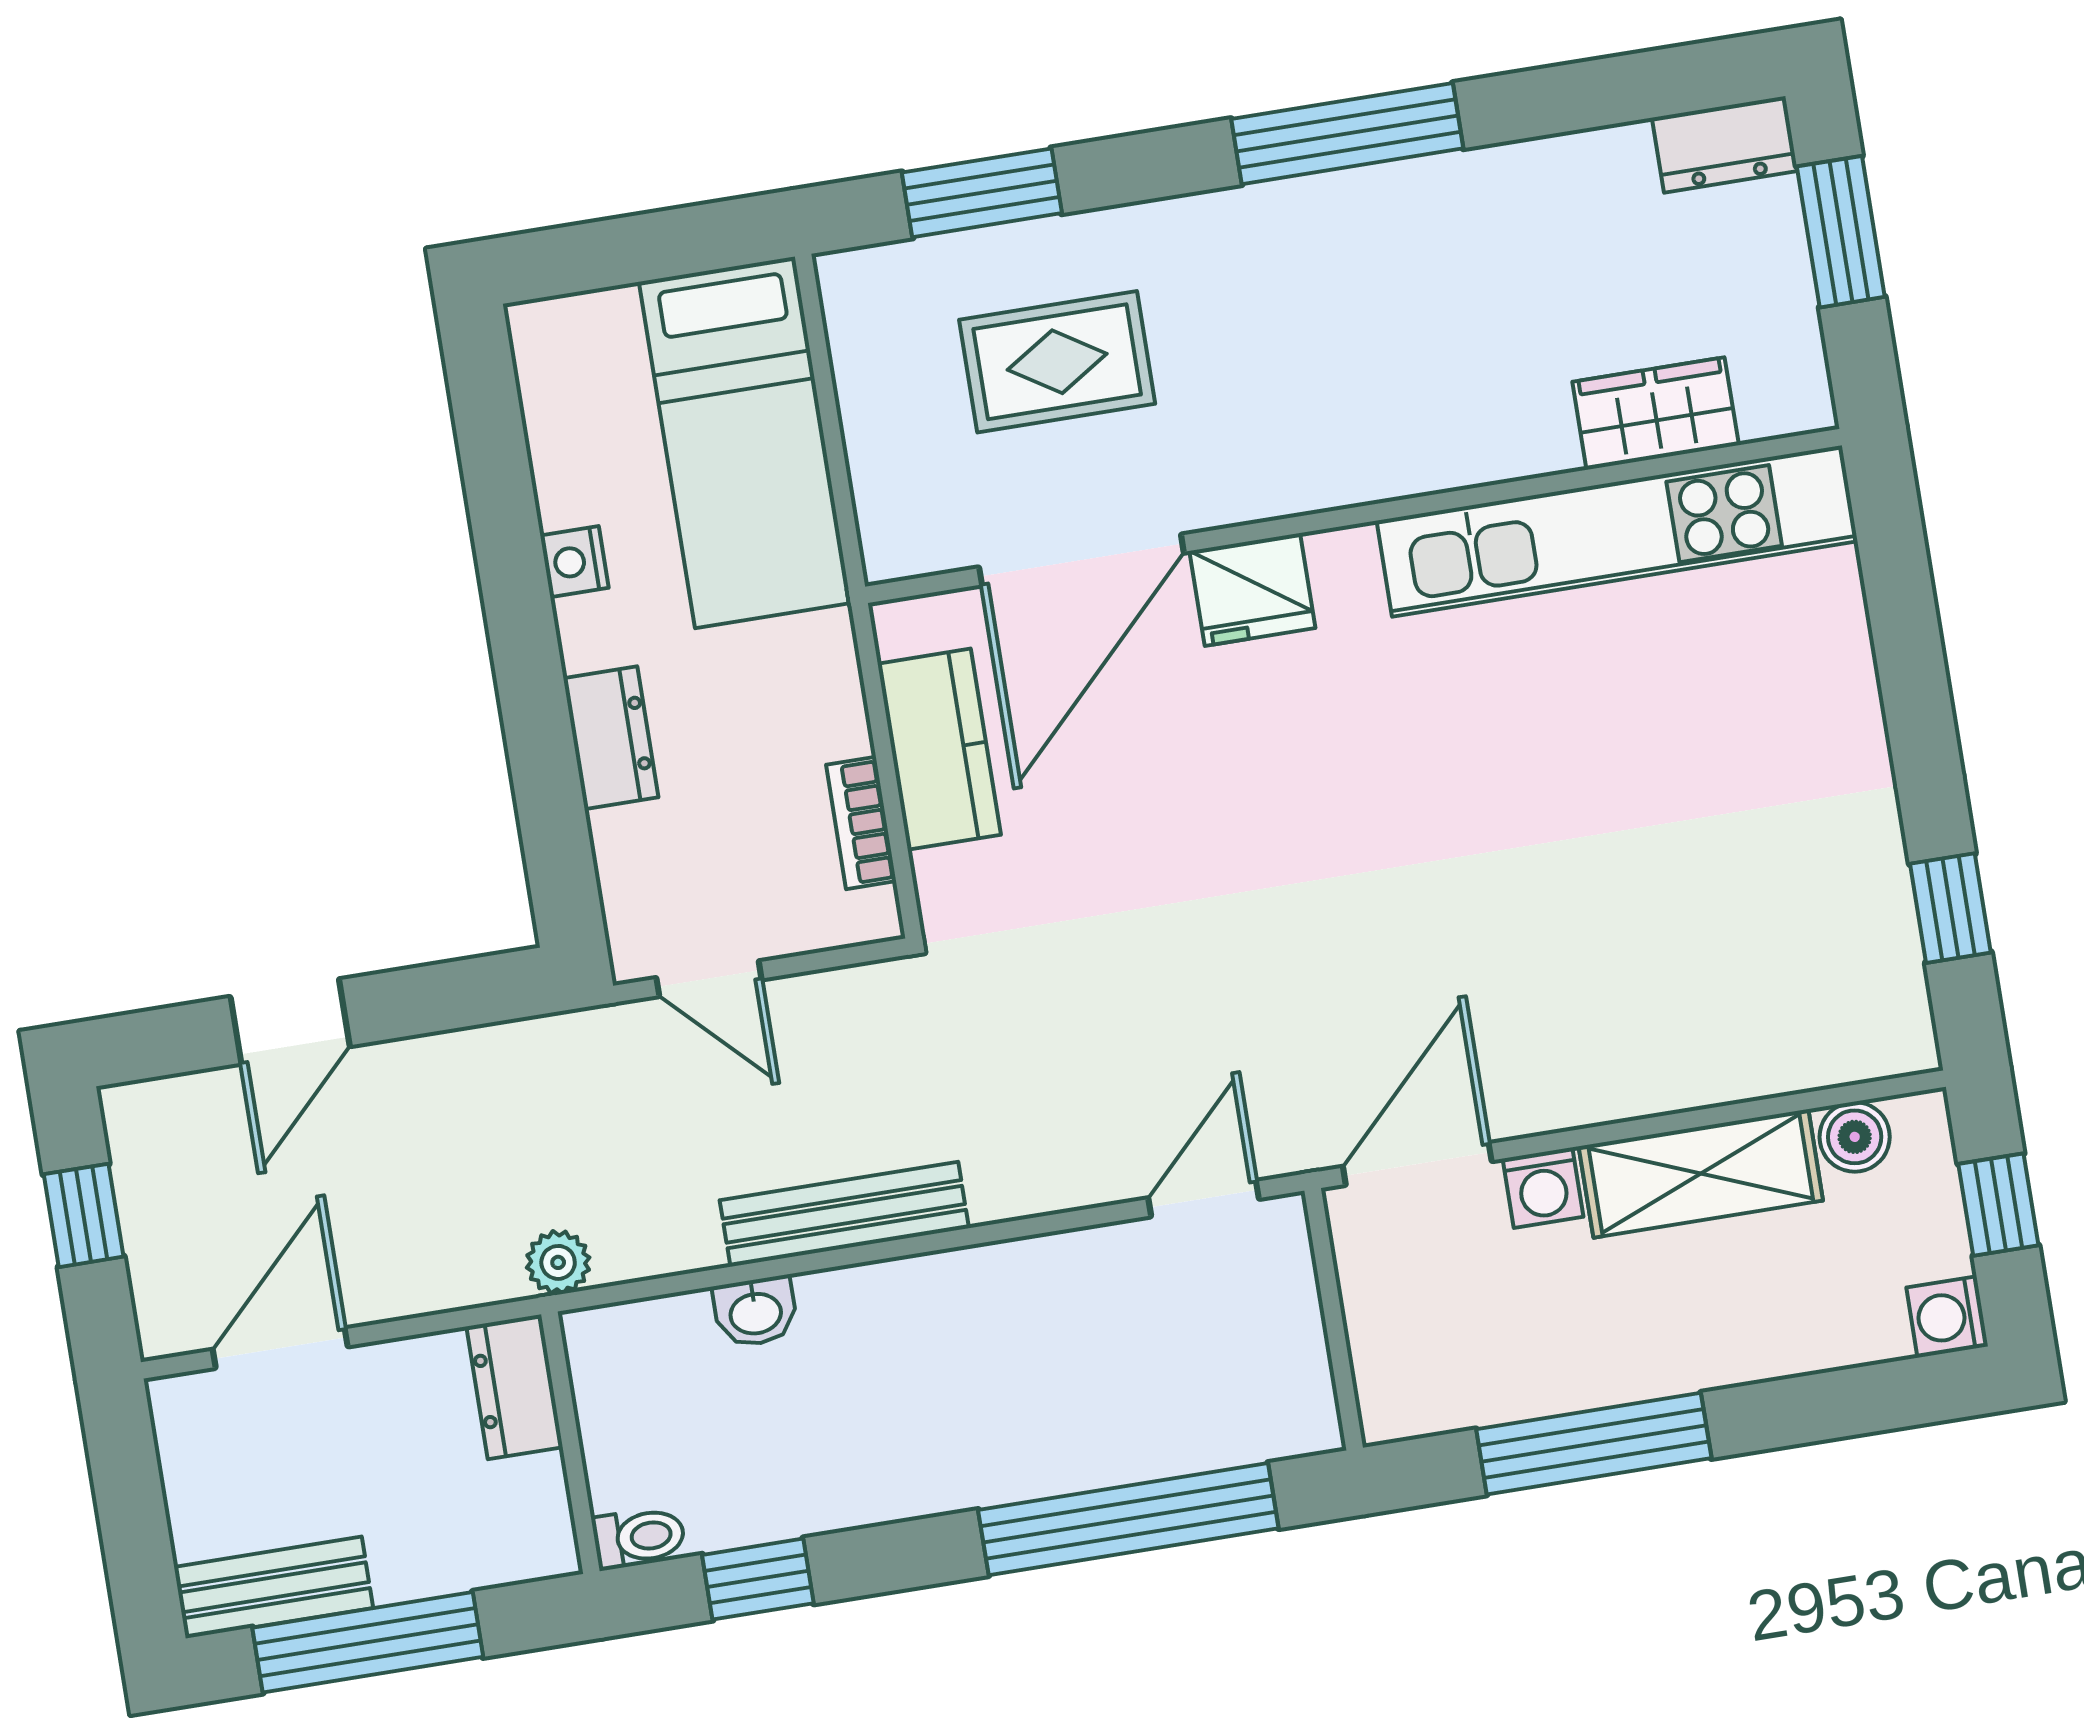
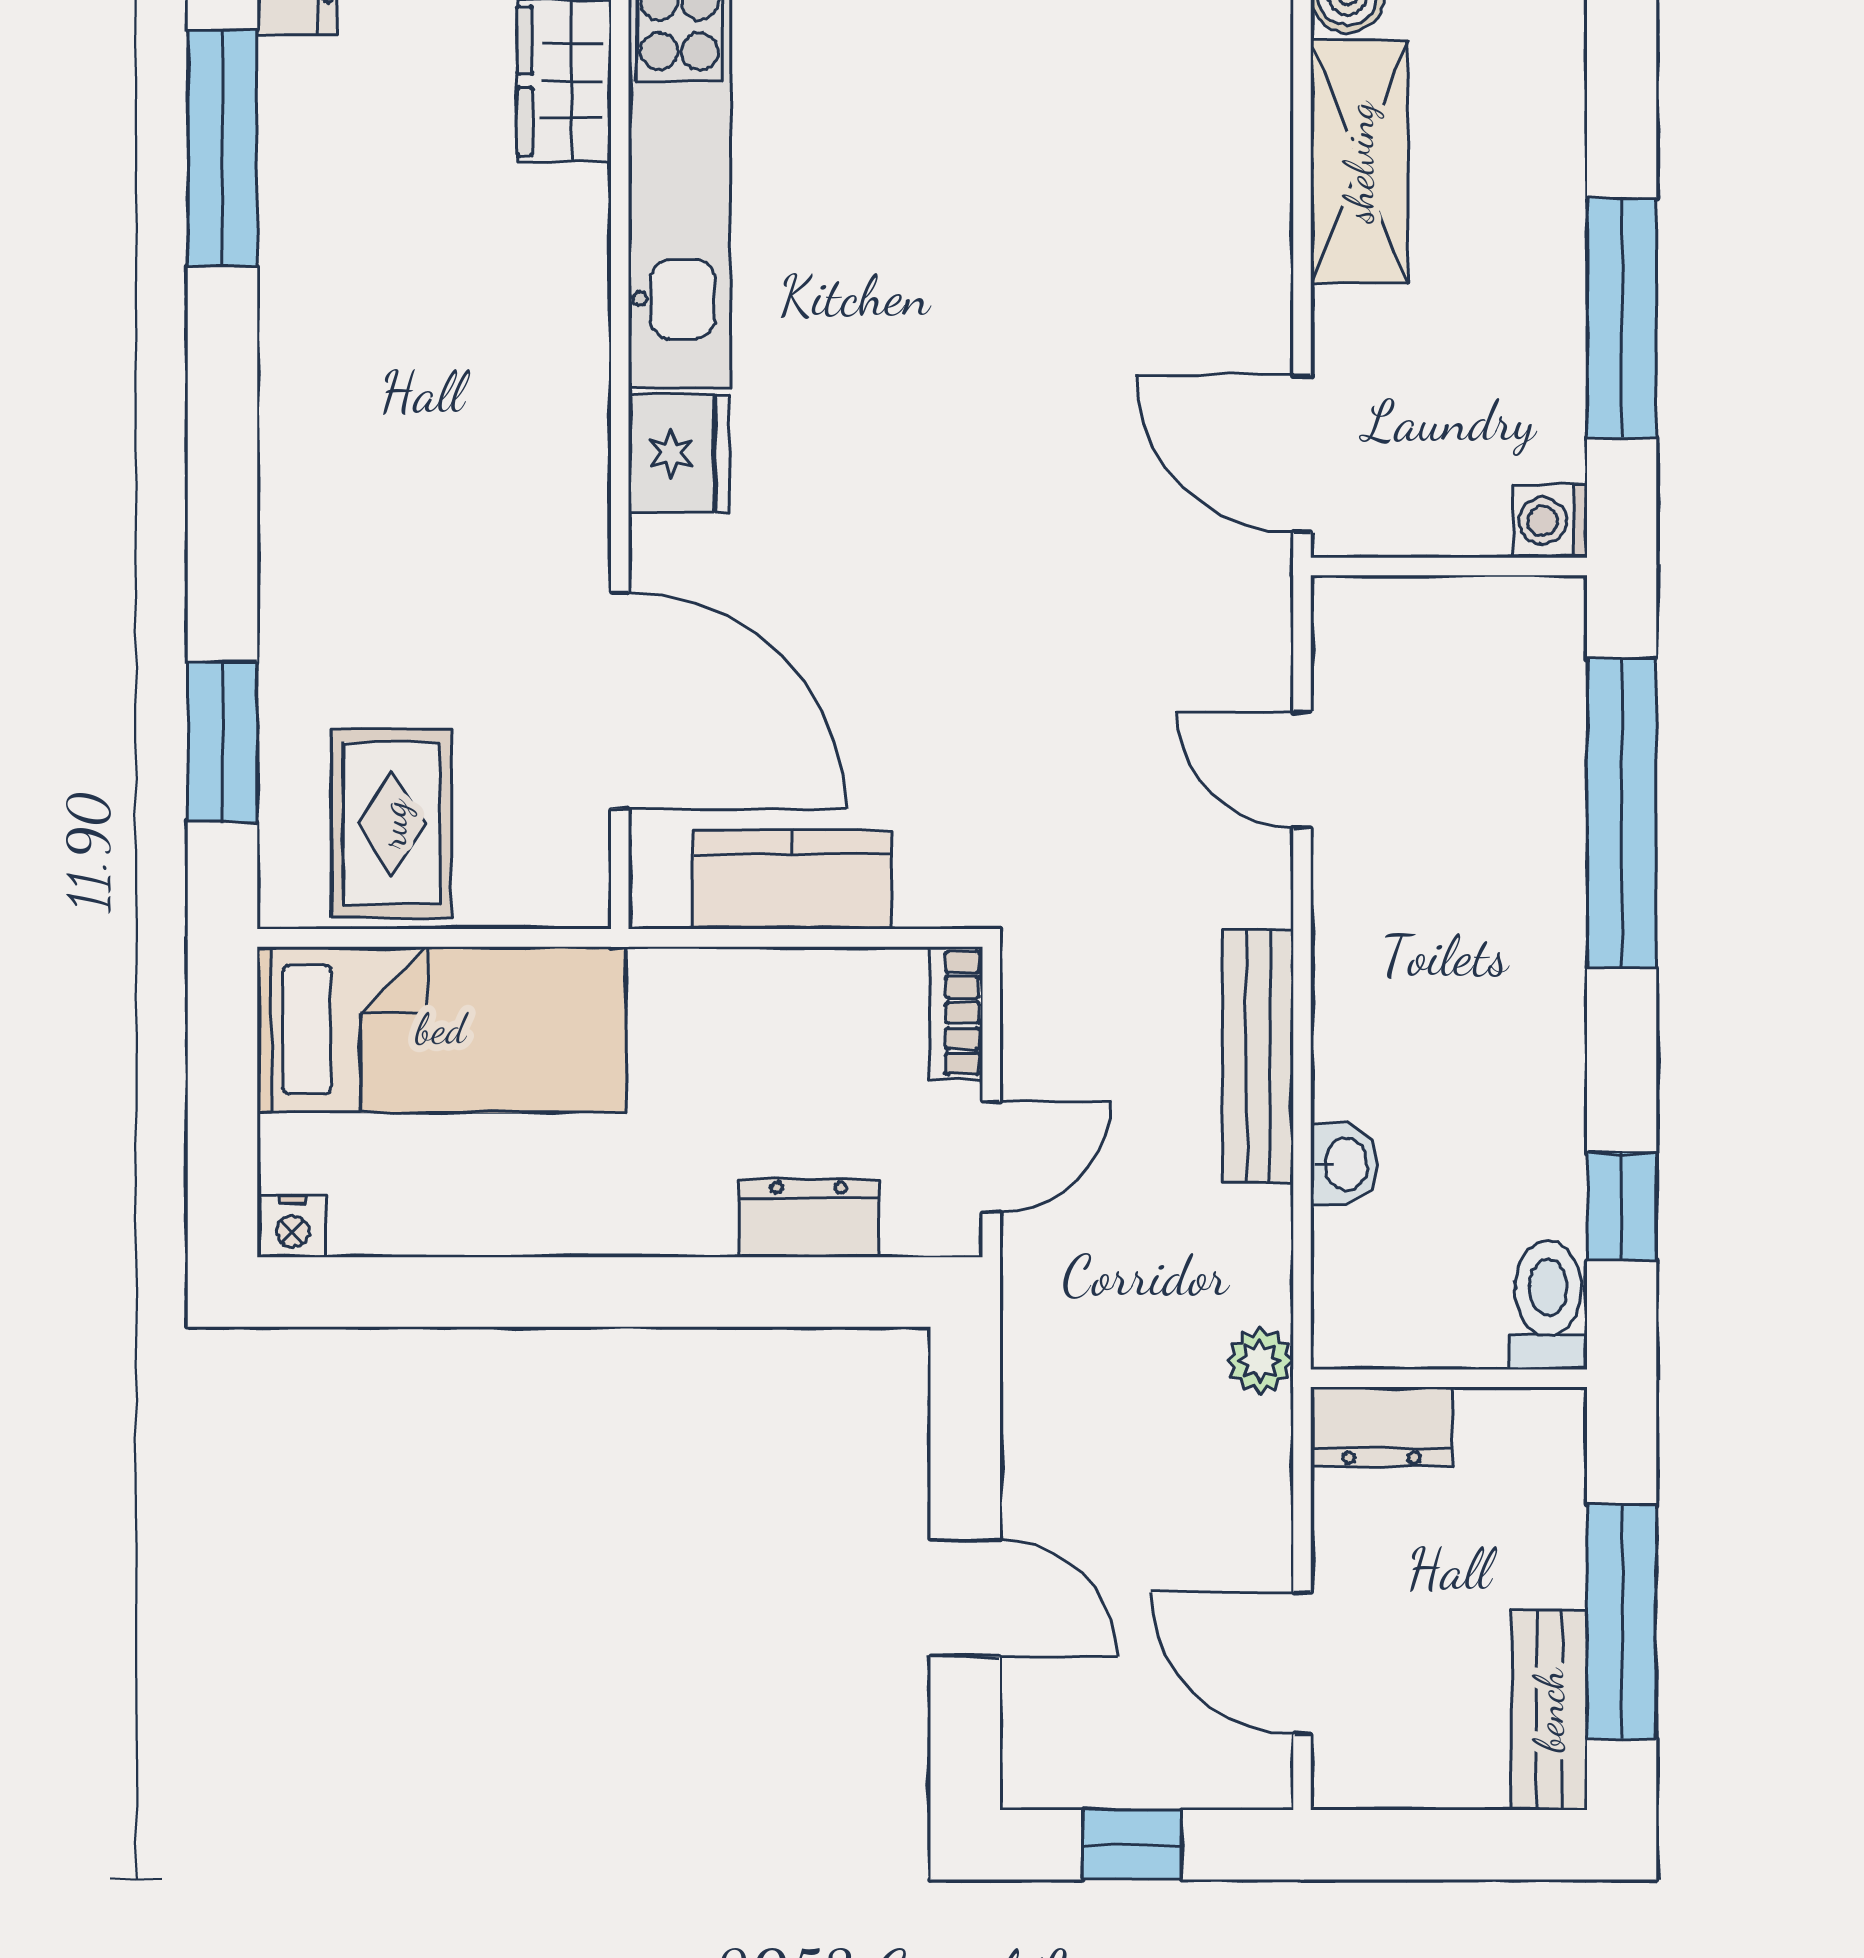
window: (1347, 134) -> (222, 148), moved
rug: (1057, 362) -> (392, 824), moved
nightstand: (574, 562) -> (293, 1226), moved
fridge: (1252, 589) -> (679, 454), moved
dresser: (611, 738) -> (809, 1218), moved
bookcase: (861, 823) -> (956, 1013), moved, turned 90
washing machine: (1543, 1188) -> (1550, 521), moved, turned 180
door: (1204, 1199) -> (1302, 770), moved
toilet: (639, 1537) -> (1548, 1305), width x1.37, depth x1.39

